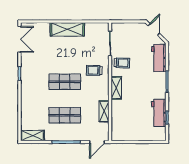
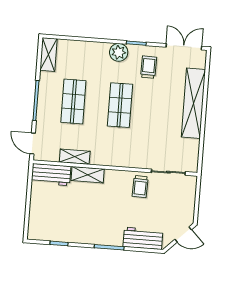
shelving: (67, 29) -> (193, 103), width x1.47
double door: (19, 39) -> (184, 47), swing flipped
trolley: (94, 70) -> (149, 67), moved
plant: (27, 86) -> (119, 52), added
shelving: (116, 88) -> (88, 175), moved
workbench: (159, 113) -> (51, 175), moved, turned 180

